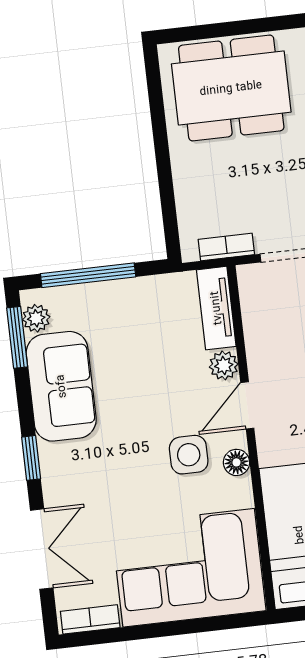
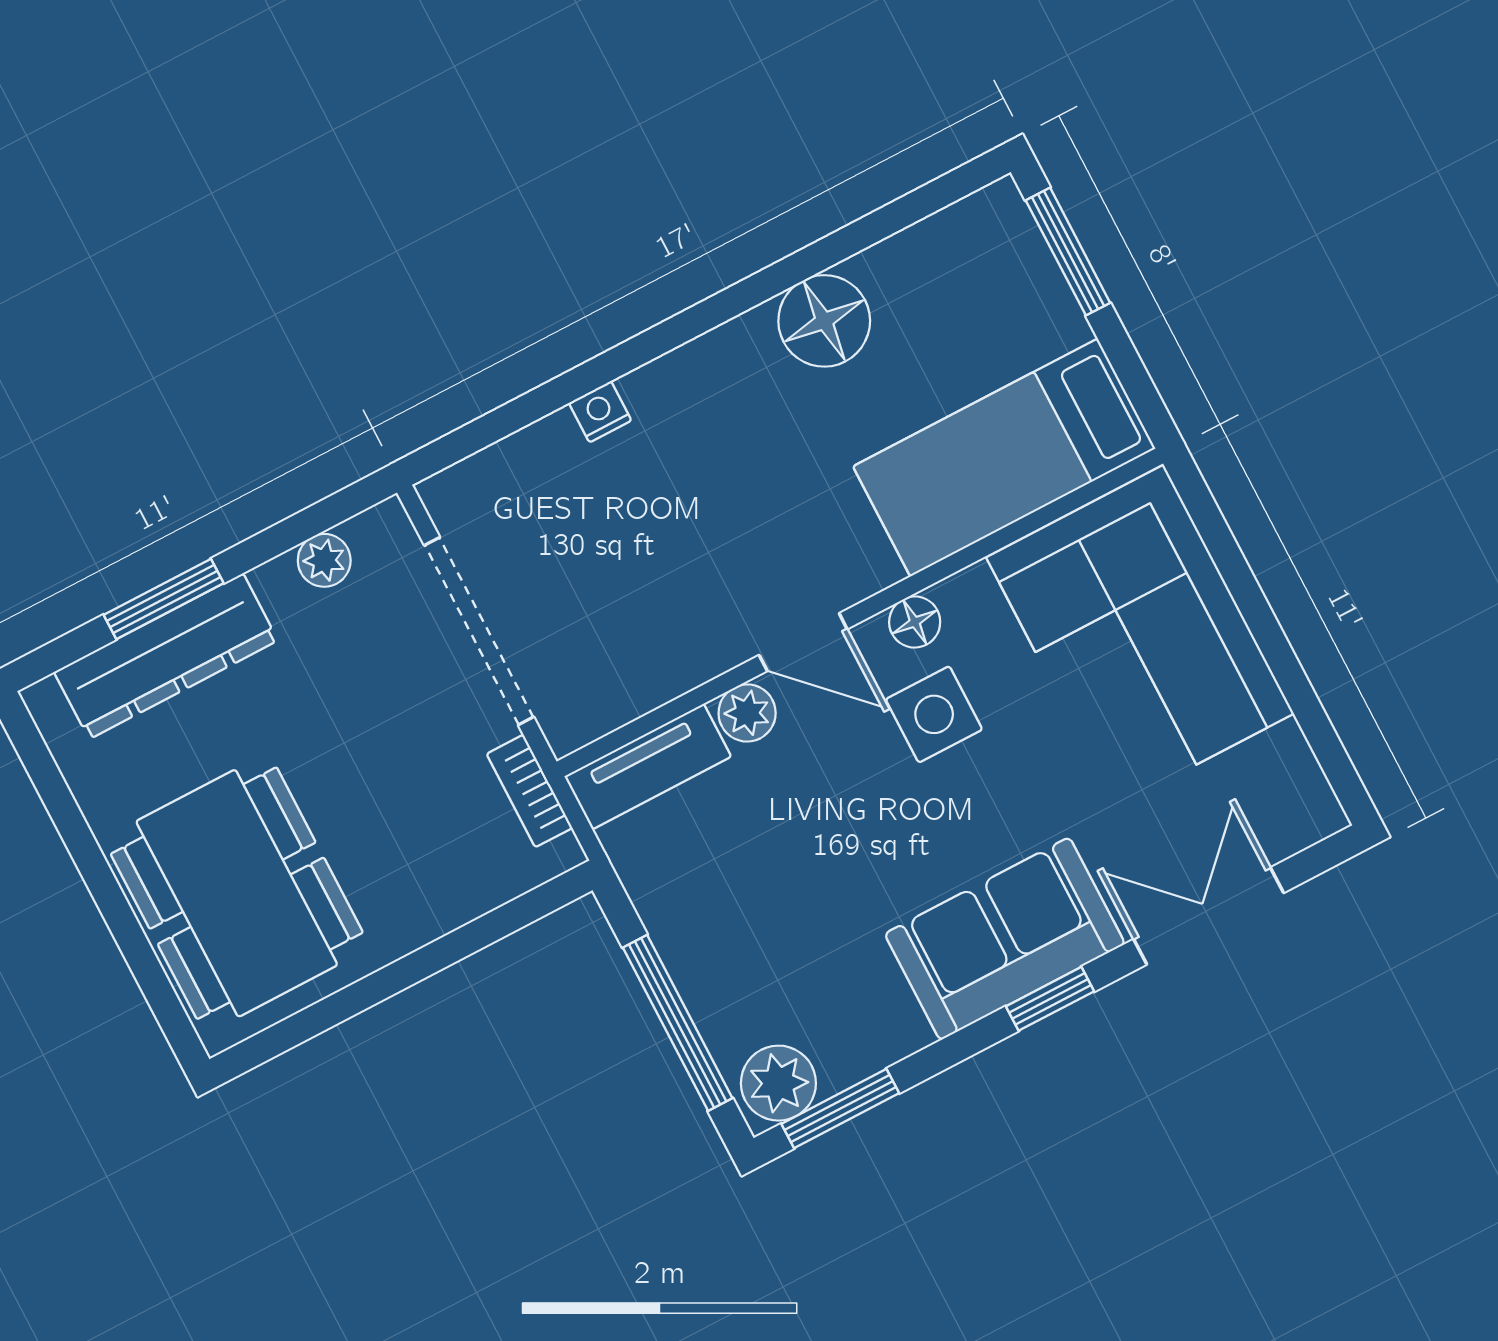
plant: (36, 318) -> (778, 1083), width x1.38, depth x1.38
sofa: (61, 386) -> (1005, 939), moved
bookcase: (90, 619) -> (1303, 779), removed

